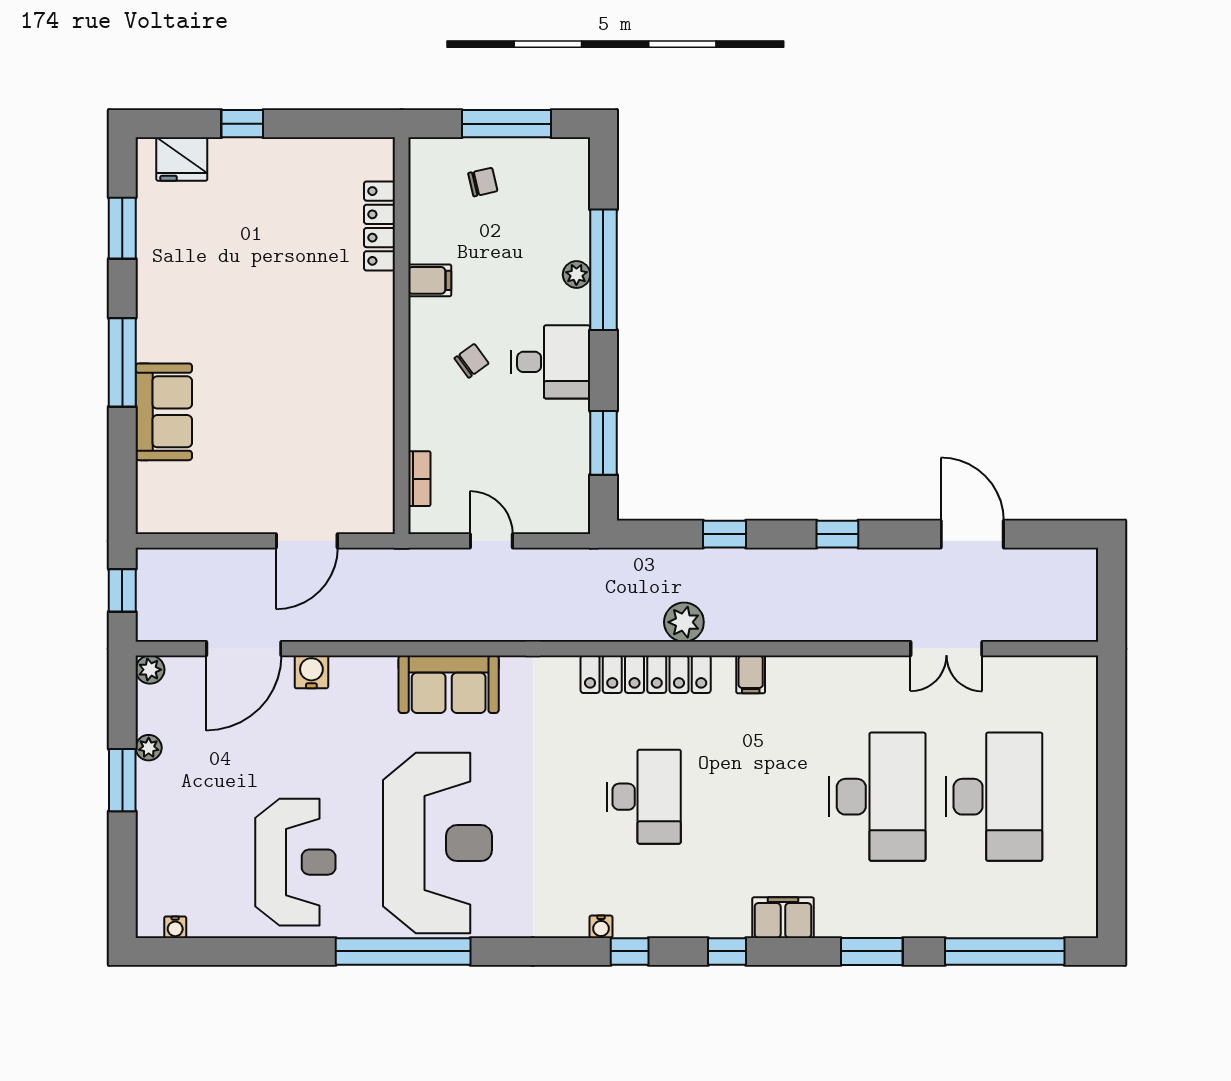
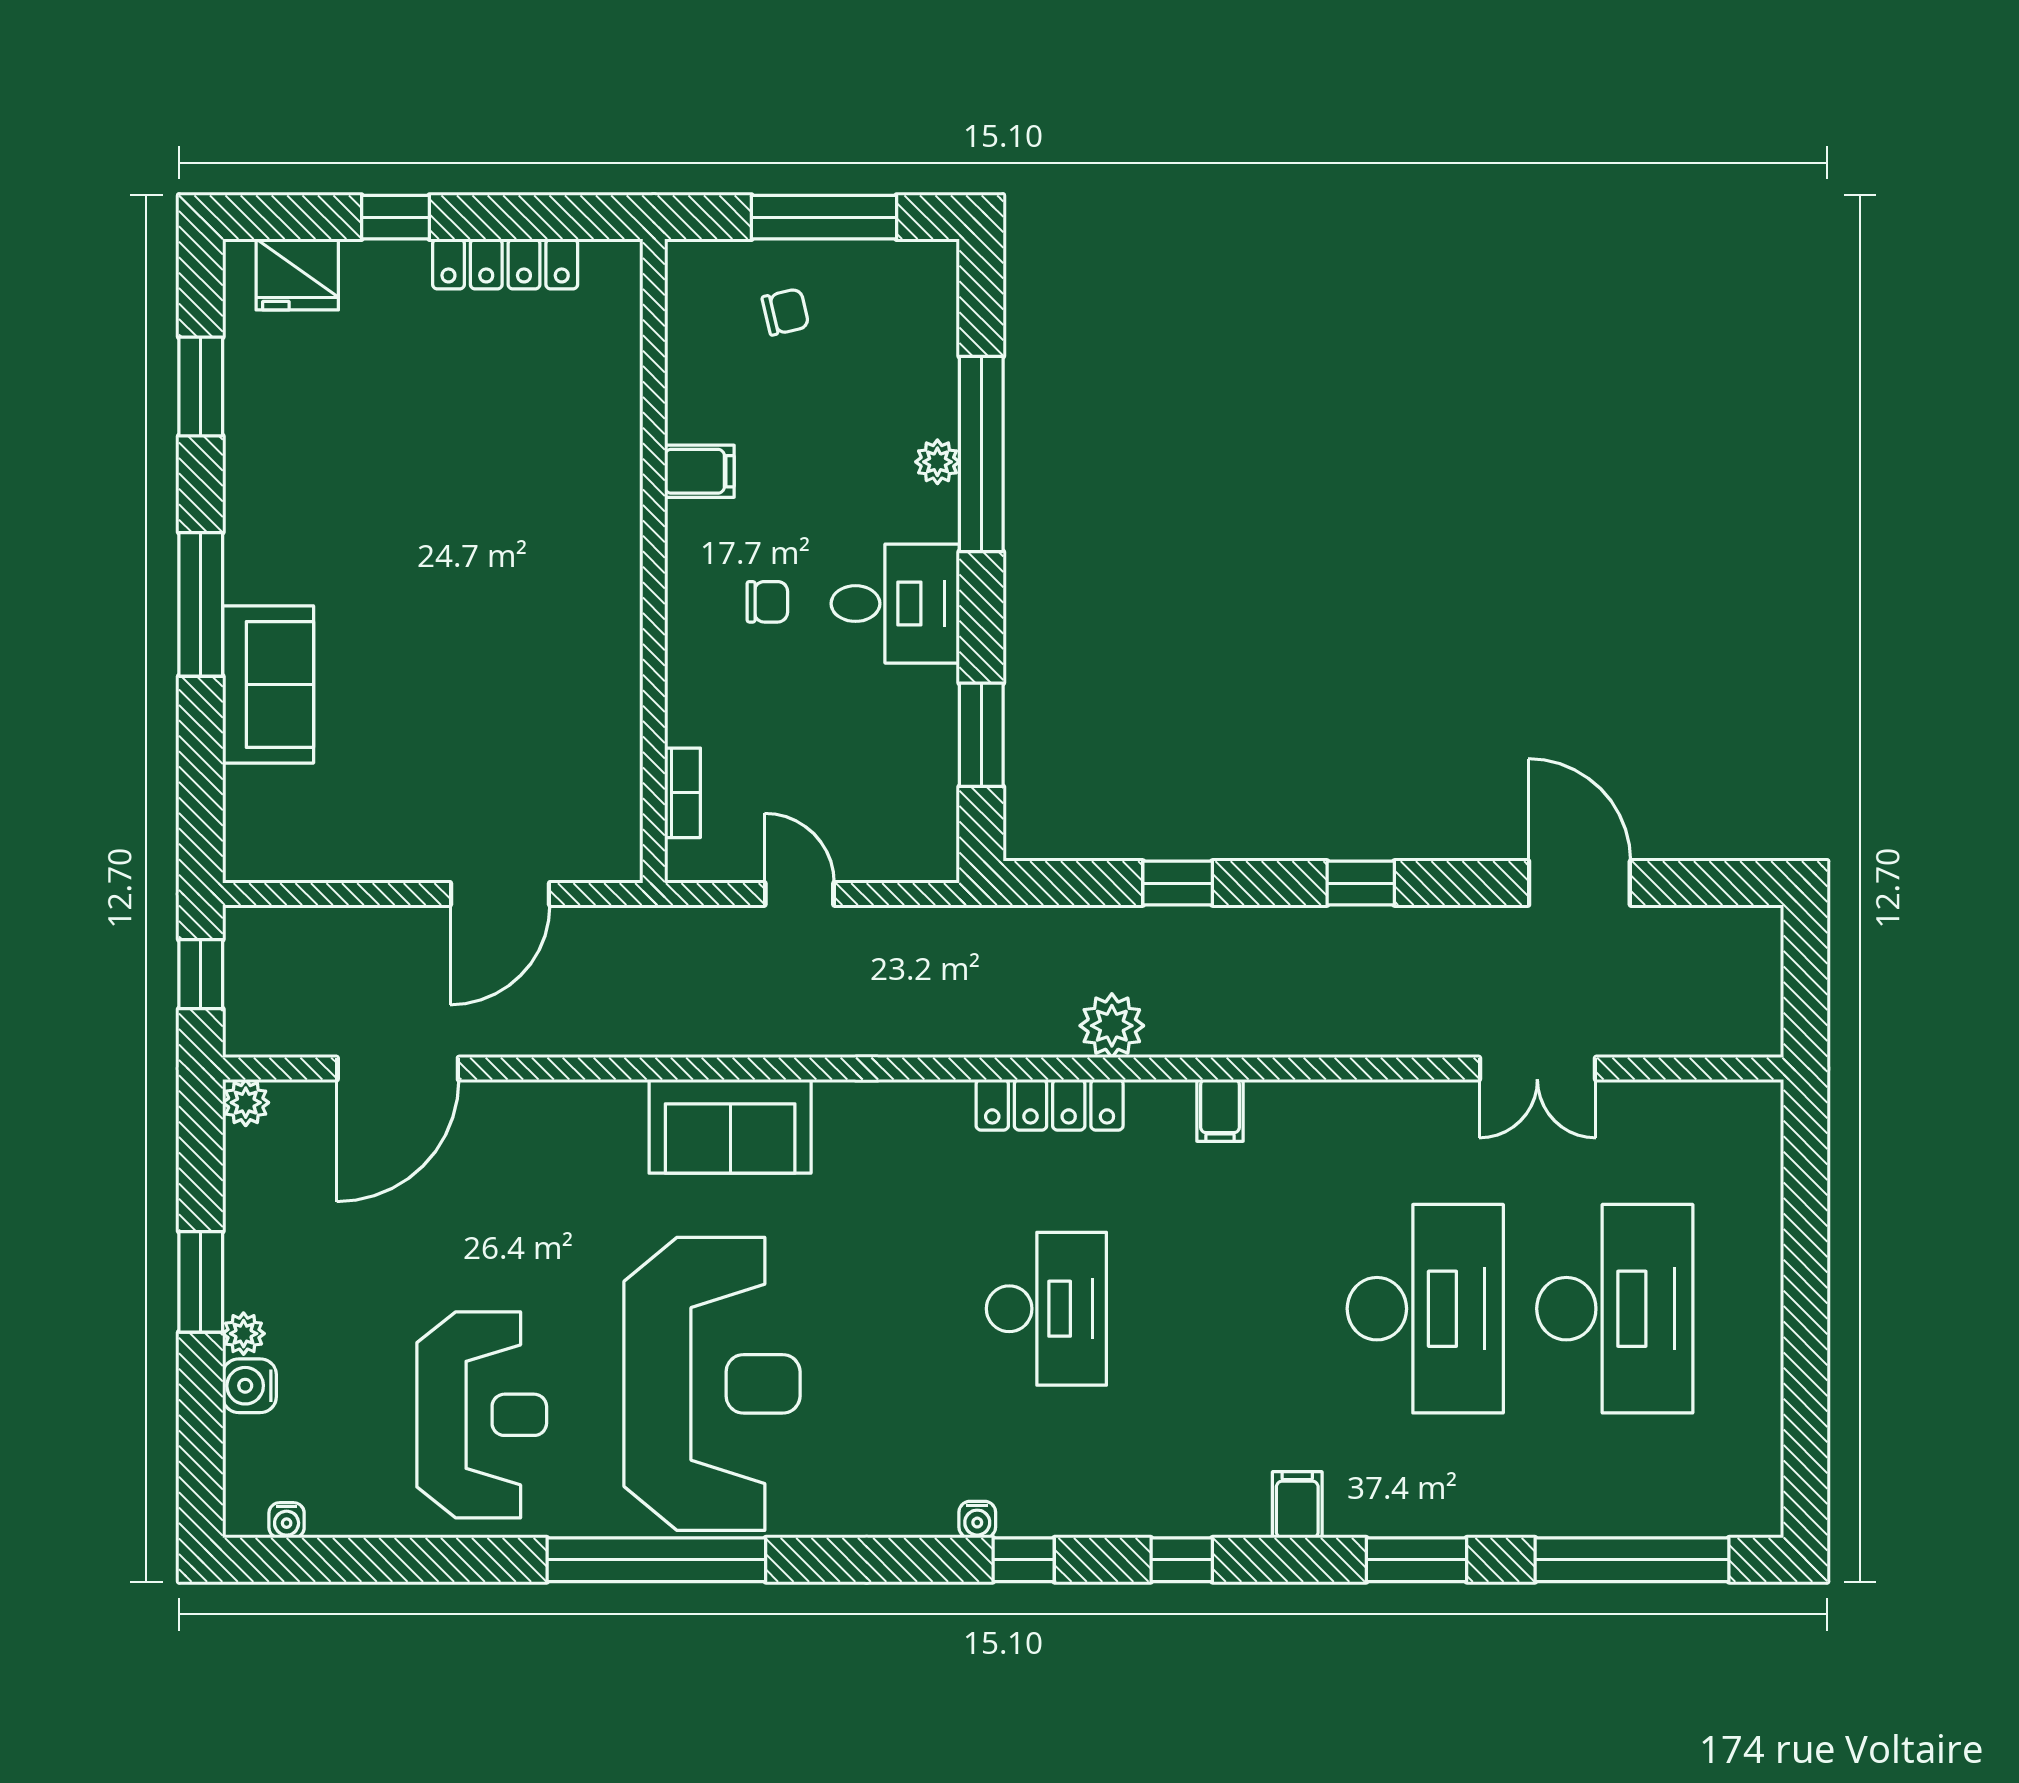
locker: (379, 226) -> (505, 264), moved, turned -90
chair: (472, 361) -> (767, 602), turned 36
water cooler: (311, 672) -> (249, 1386), moved, turned -90
locker: (646, 674) -> (1050, 1105), width x0.71, depth x0.83
plant: (149, 748) -> (244, 1334), moved
filing cabinet: (783, 918) -> (1297, 1505), width x0.50

